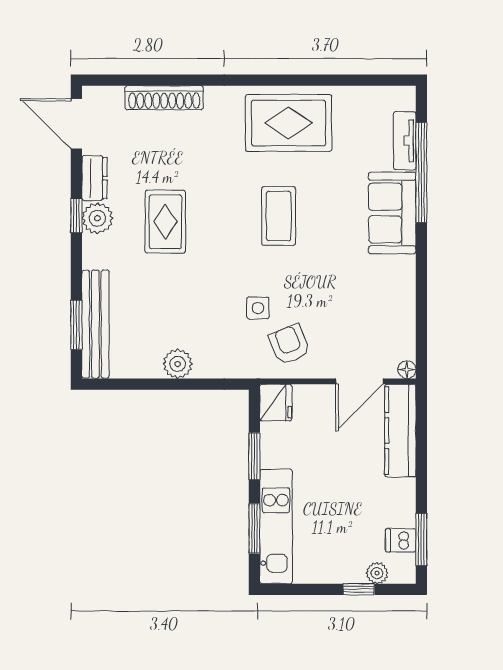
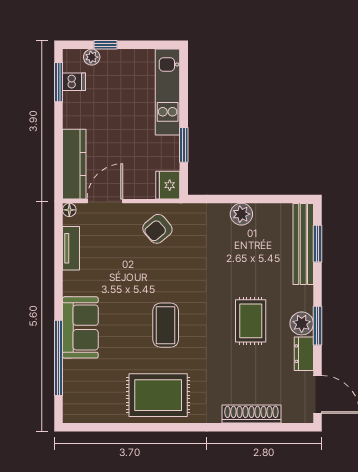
tv unit: (405, 141) -> (71, 248), moved
window: (76, 216) -> (317, 326), width x1.50
side table: (258, 308) -> (181, 256), removed
armchair: (289, 344) -> (157, 229), turned 72
window: (254, 528) -> (184, 91), removed

